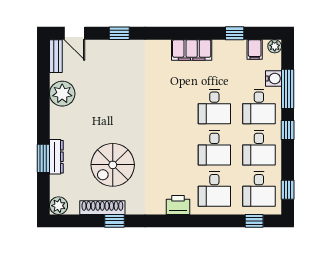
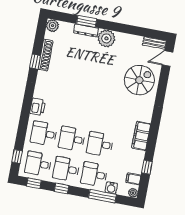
window: (119, 33) -> (162, 89), removed
plant: (62, 94) -> (106, 38), moved
window: (288, 130) -> (62, 188), moved
spiral stairs: (113, 165) -> (139, 80), moved, turned 90

